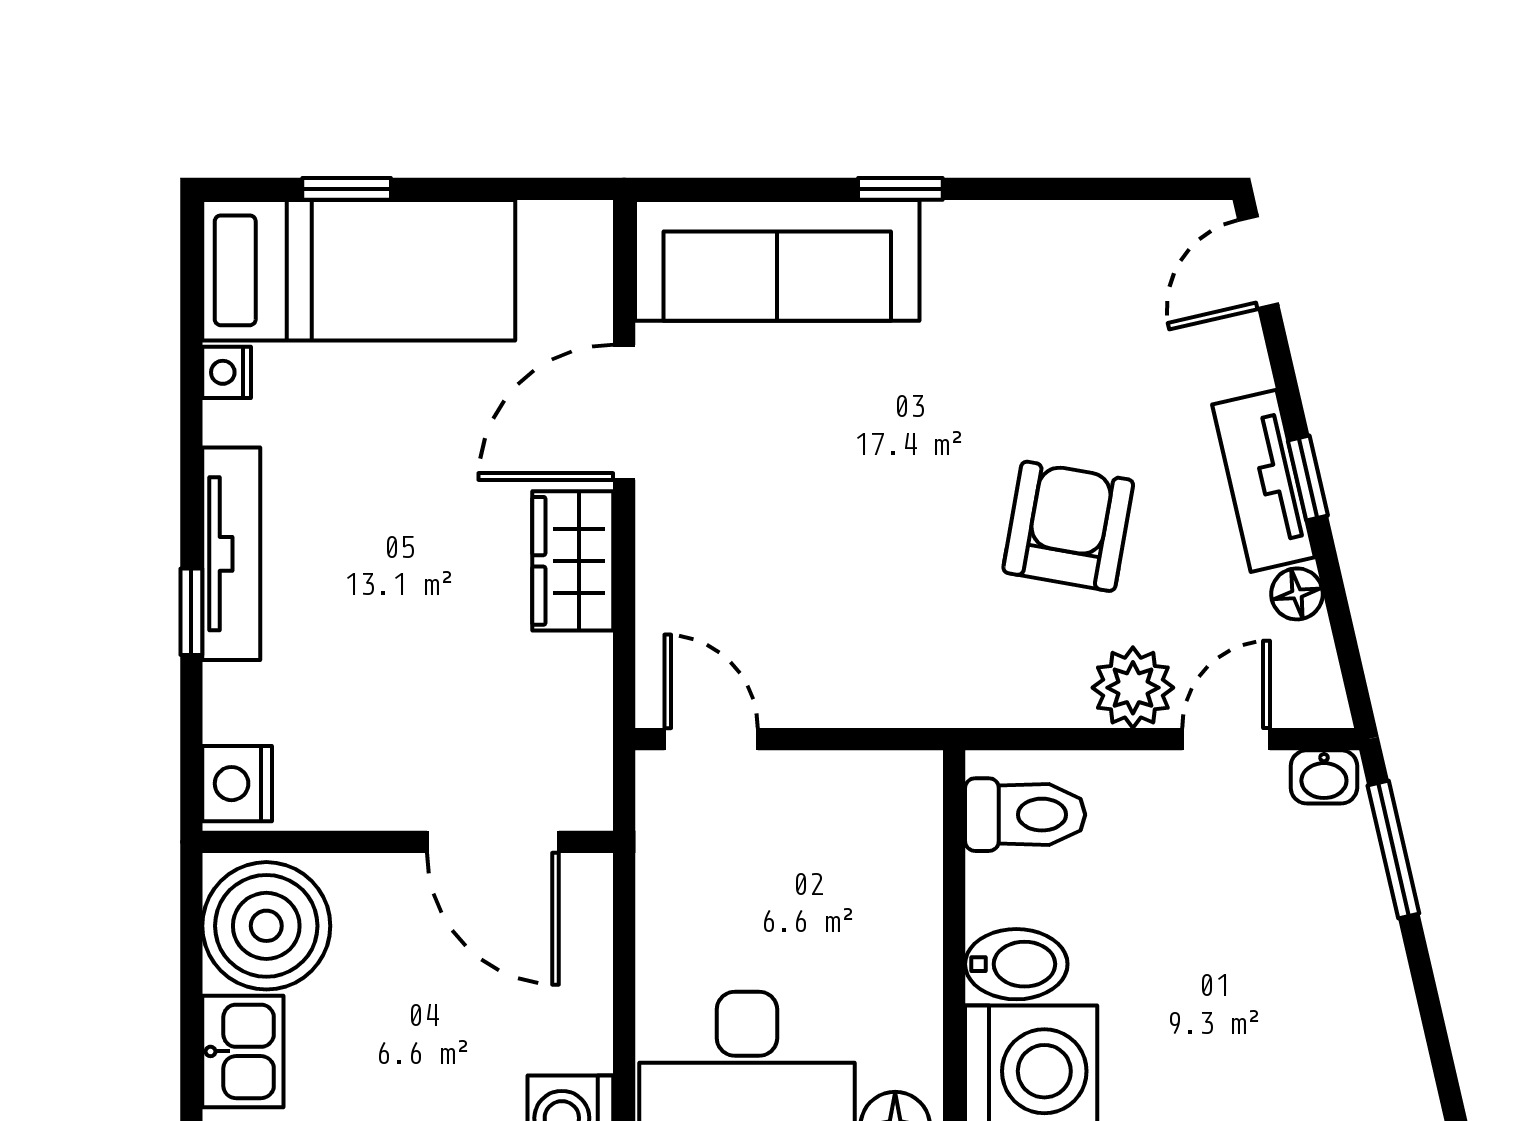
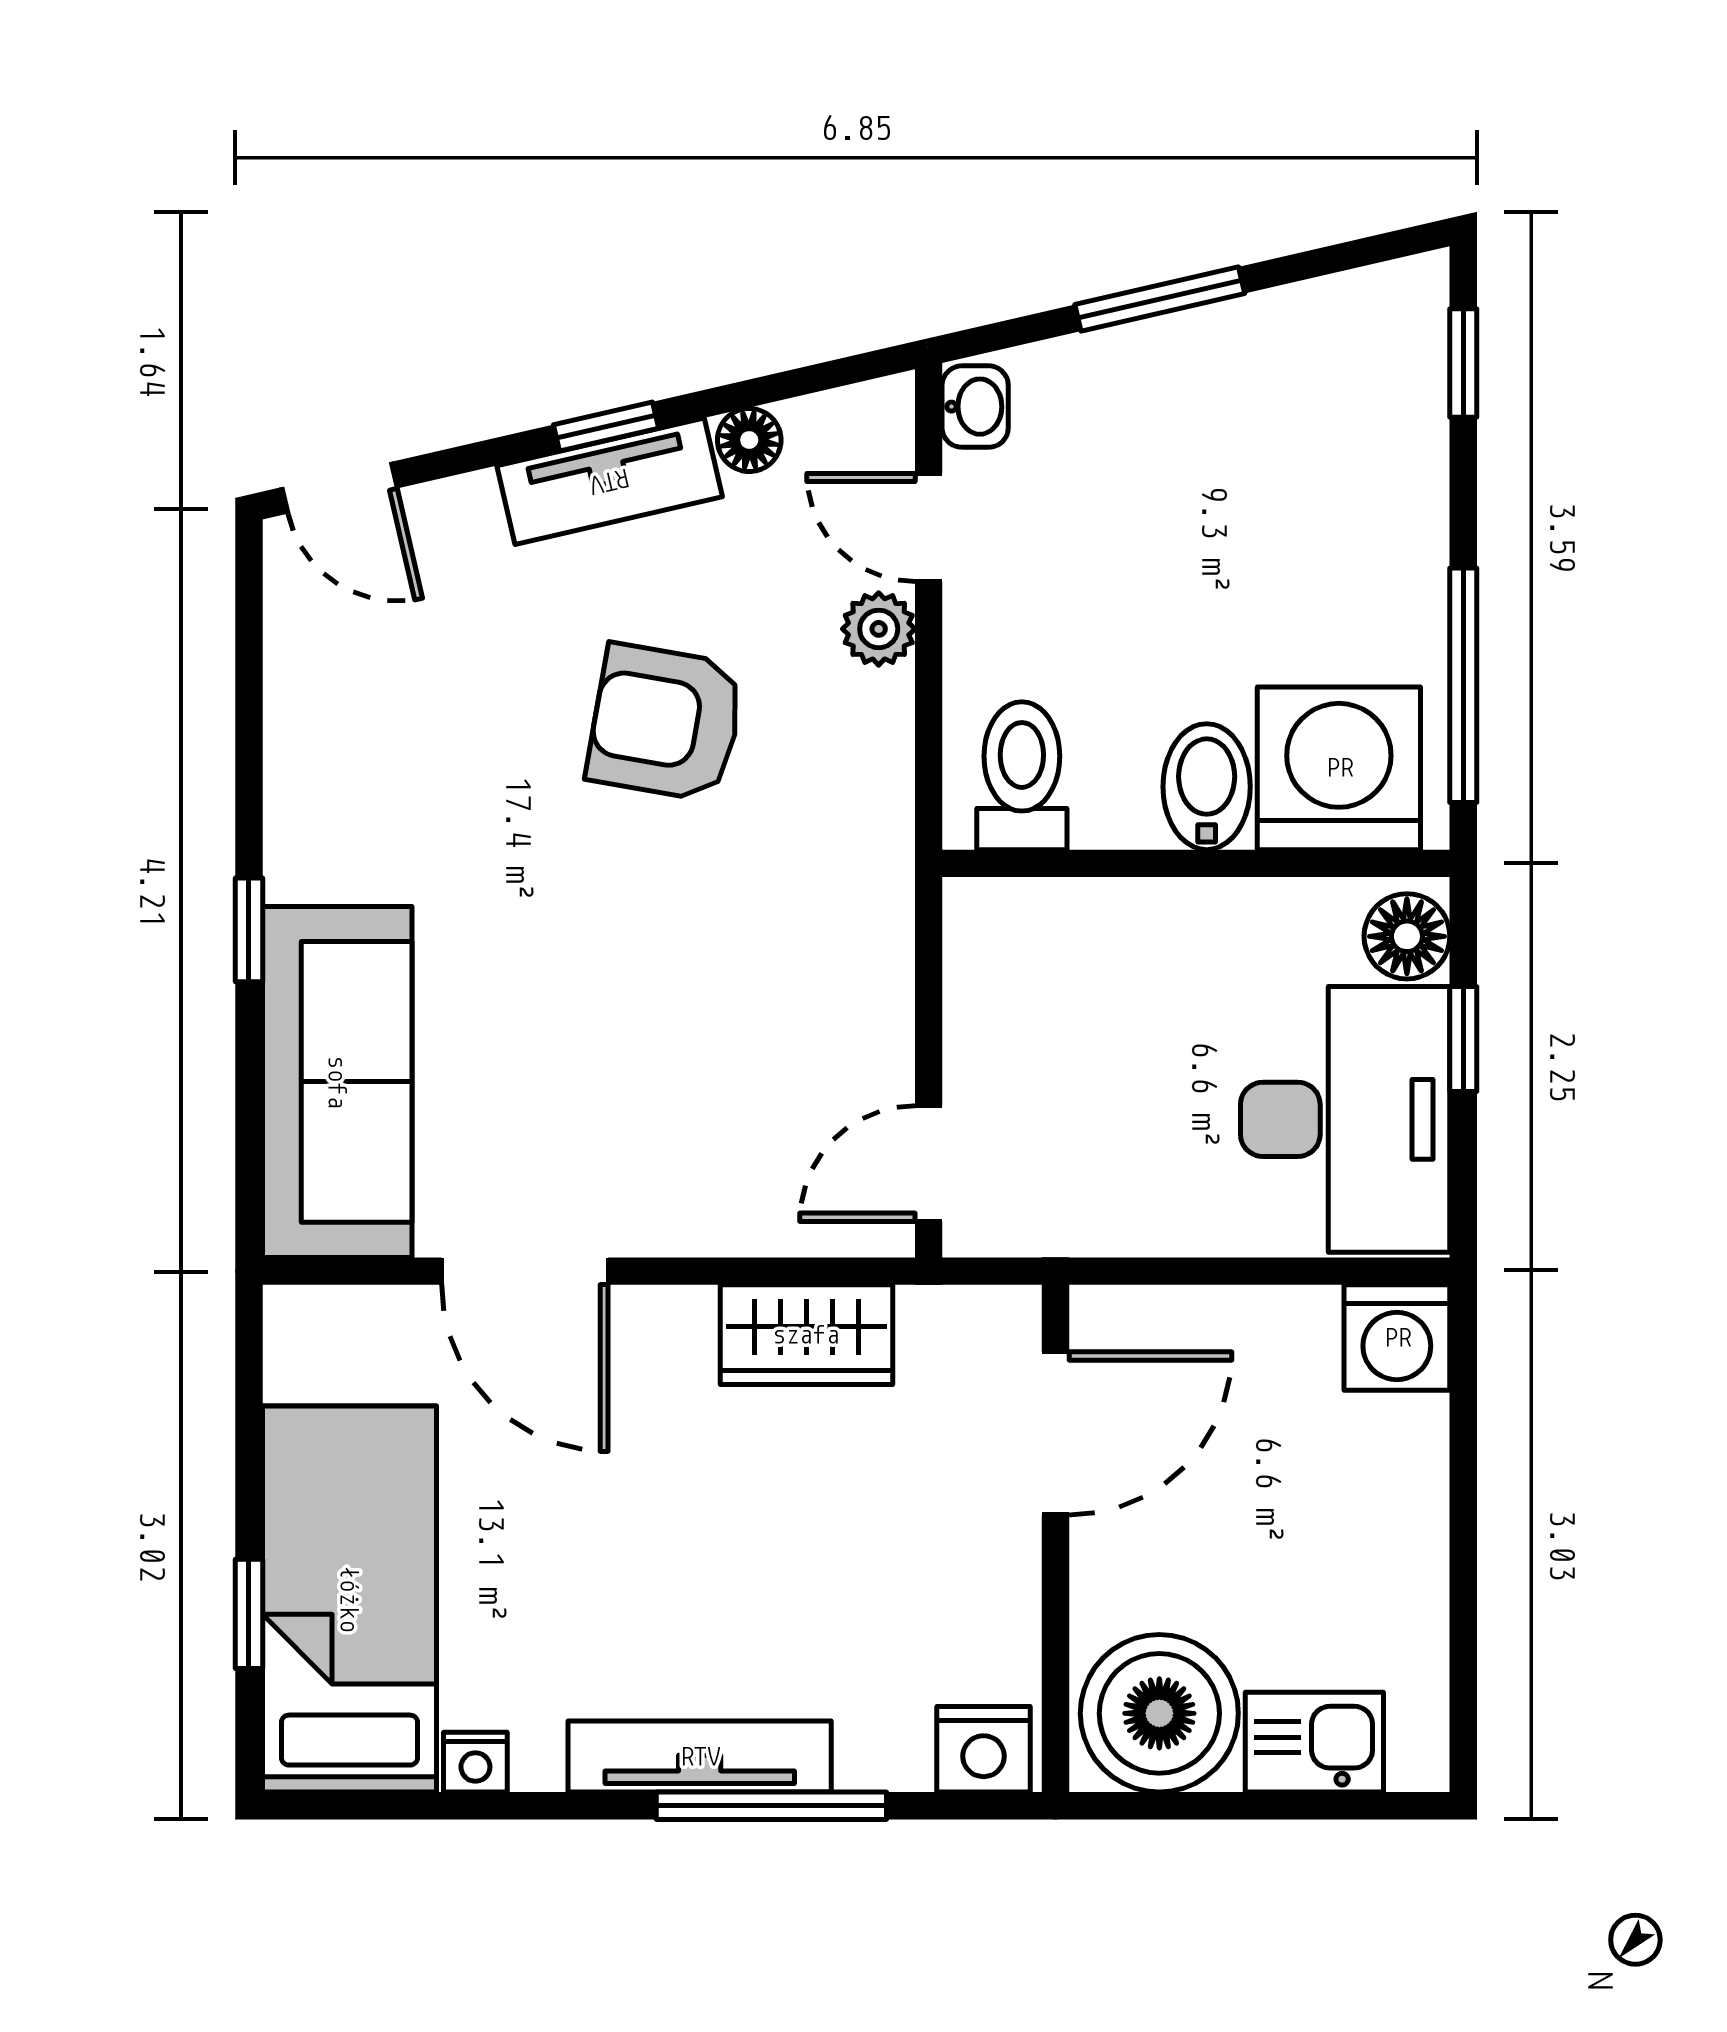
wardrobe: (573, 561) -> (806, 1335), moved
window: (191, 612) -> (771, 1806), width x2.17
plant: (1133, 688) -> (879, 629), width x0.73, depth x0.73
window: (1393, 850) -> (1160, 299), moved

